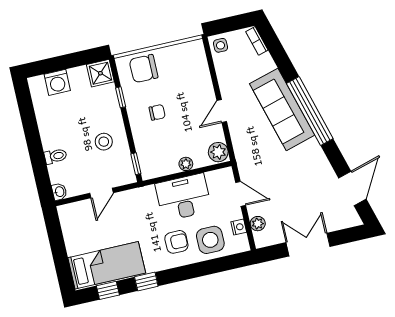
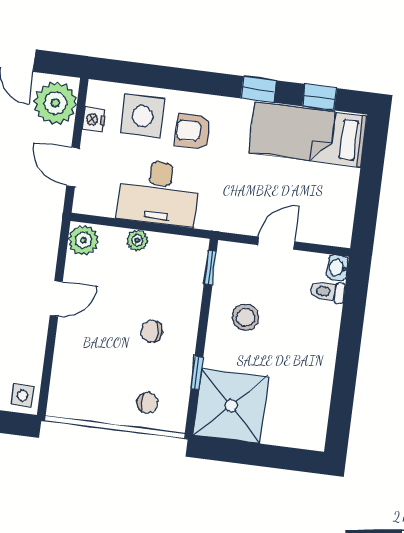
chair: (144, 69) -> (148, 403), width x0.54, depth x0.54
shower: (100, 73) -> (231, 406), width x1.86, depth x1.86
washing machine: (57, 82) -> (282, 429), removed
toilet: (56, 156) -> (328, 292), moved
plant: (258, 224) -> (55, 103), width x1.88, depth x1.88

